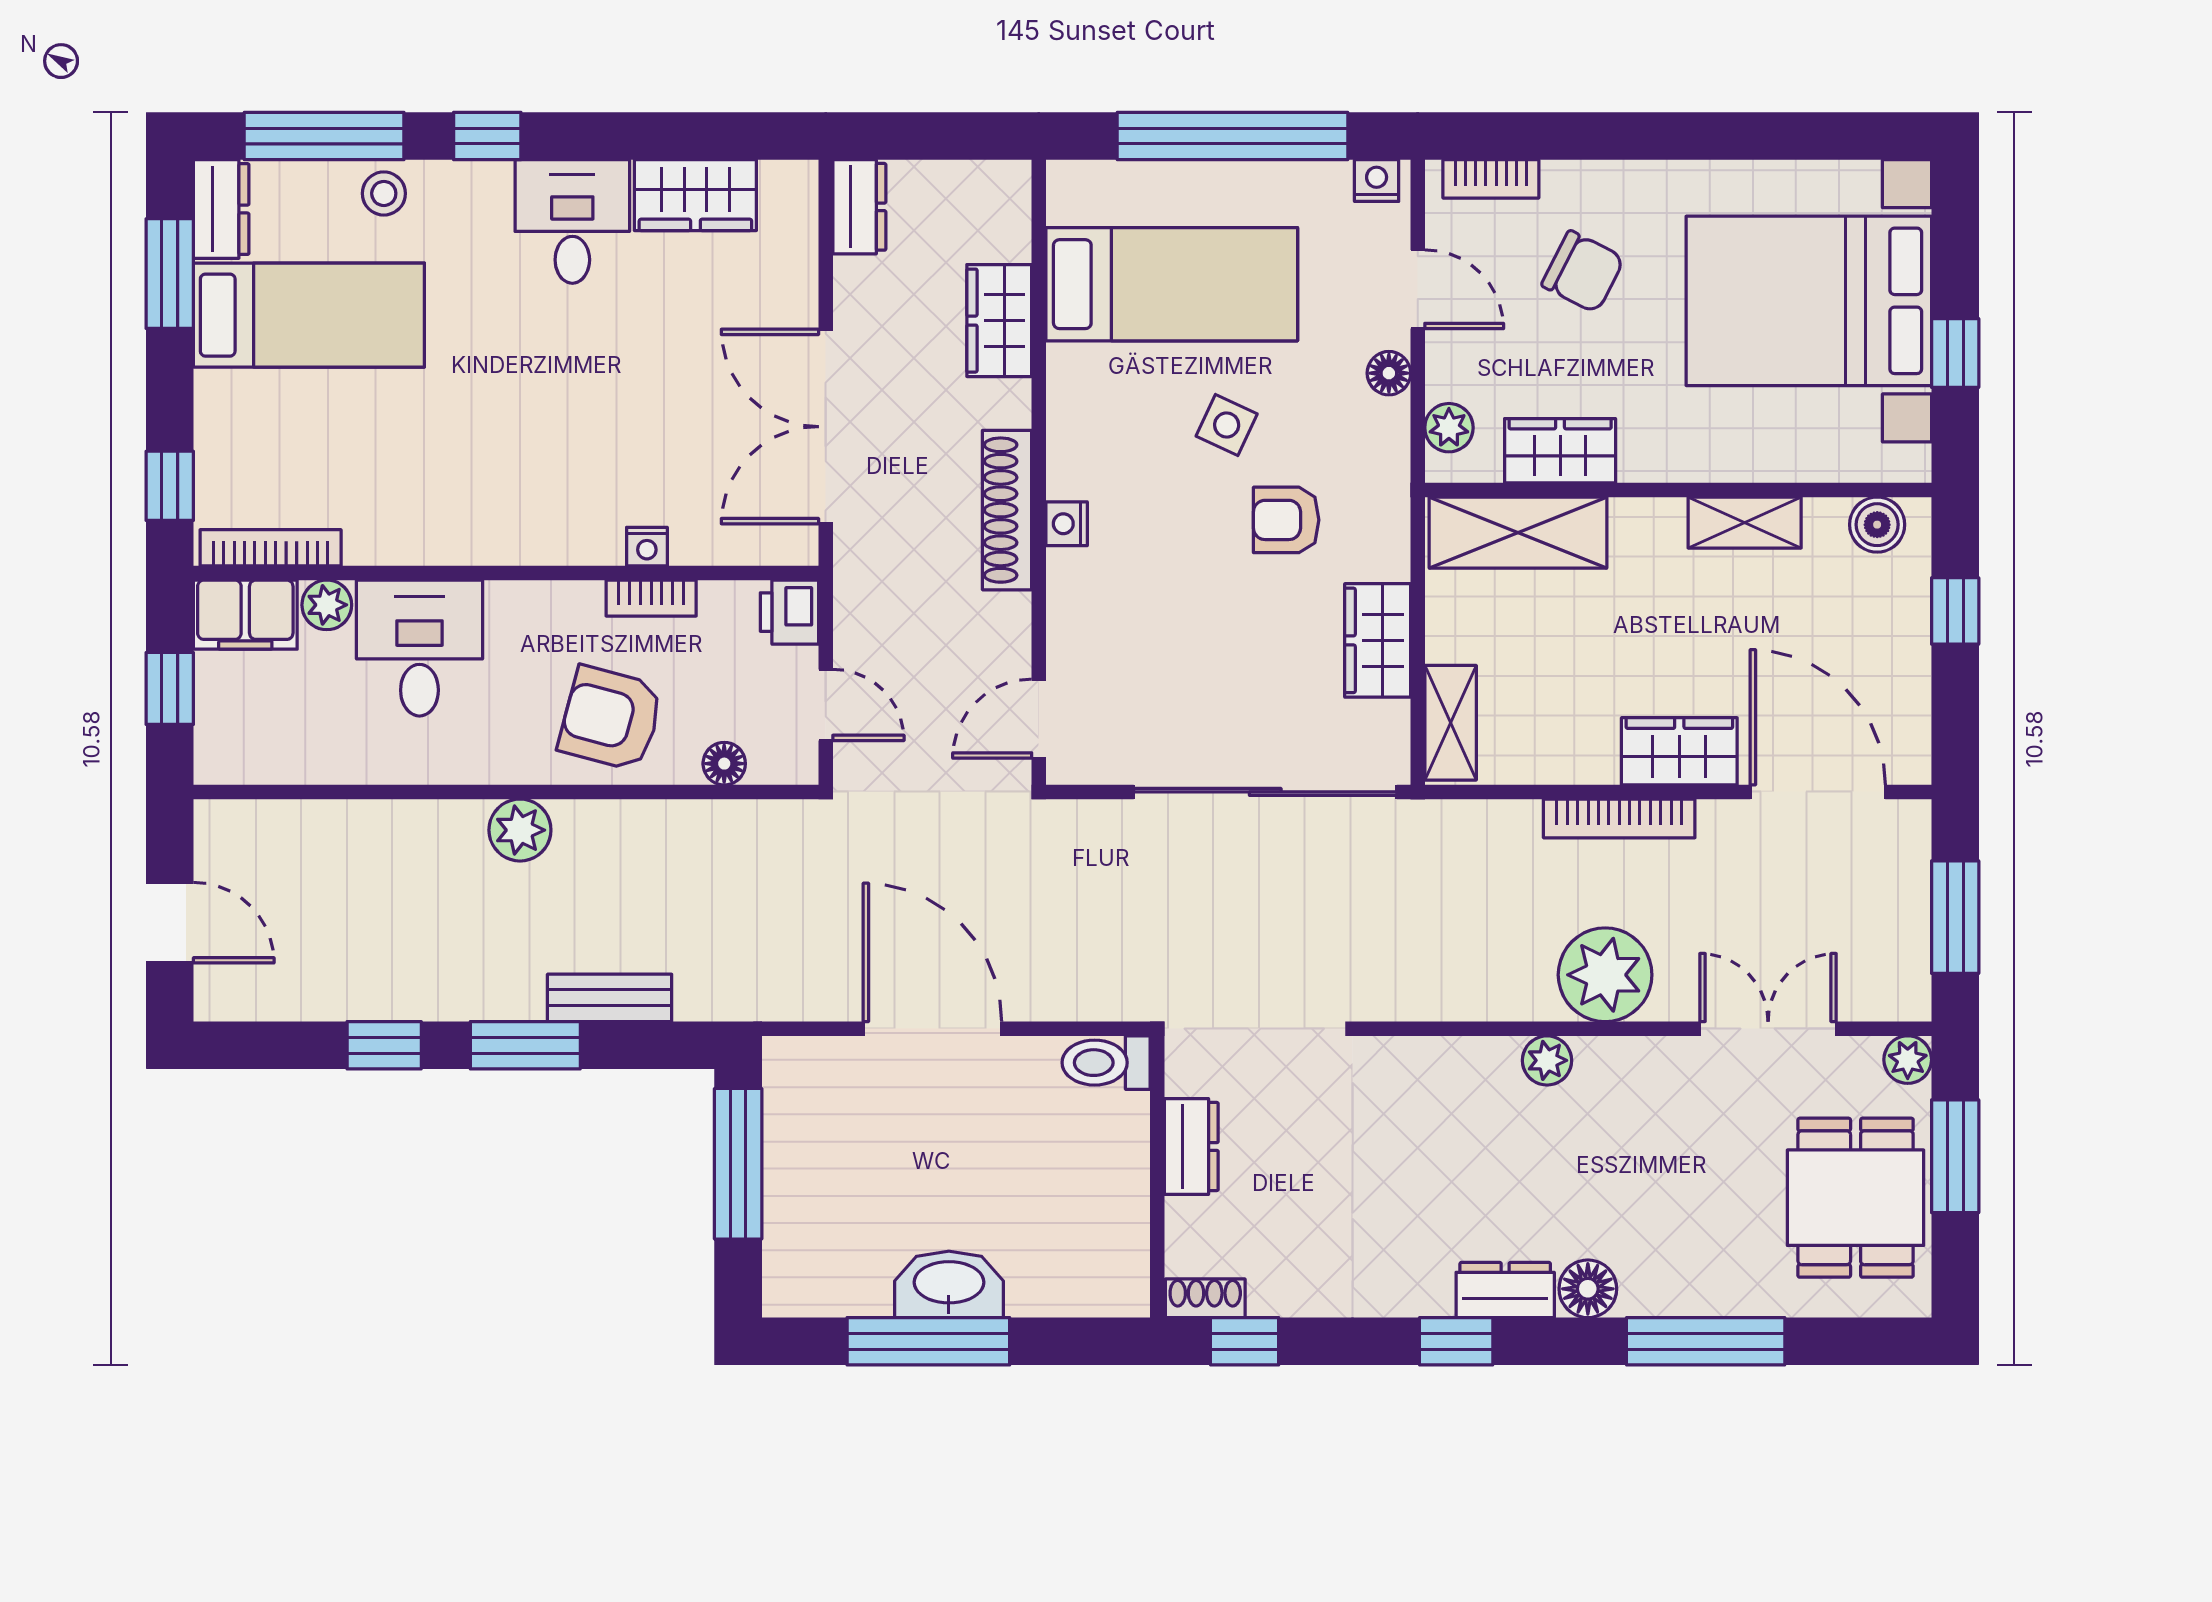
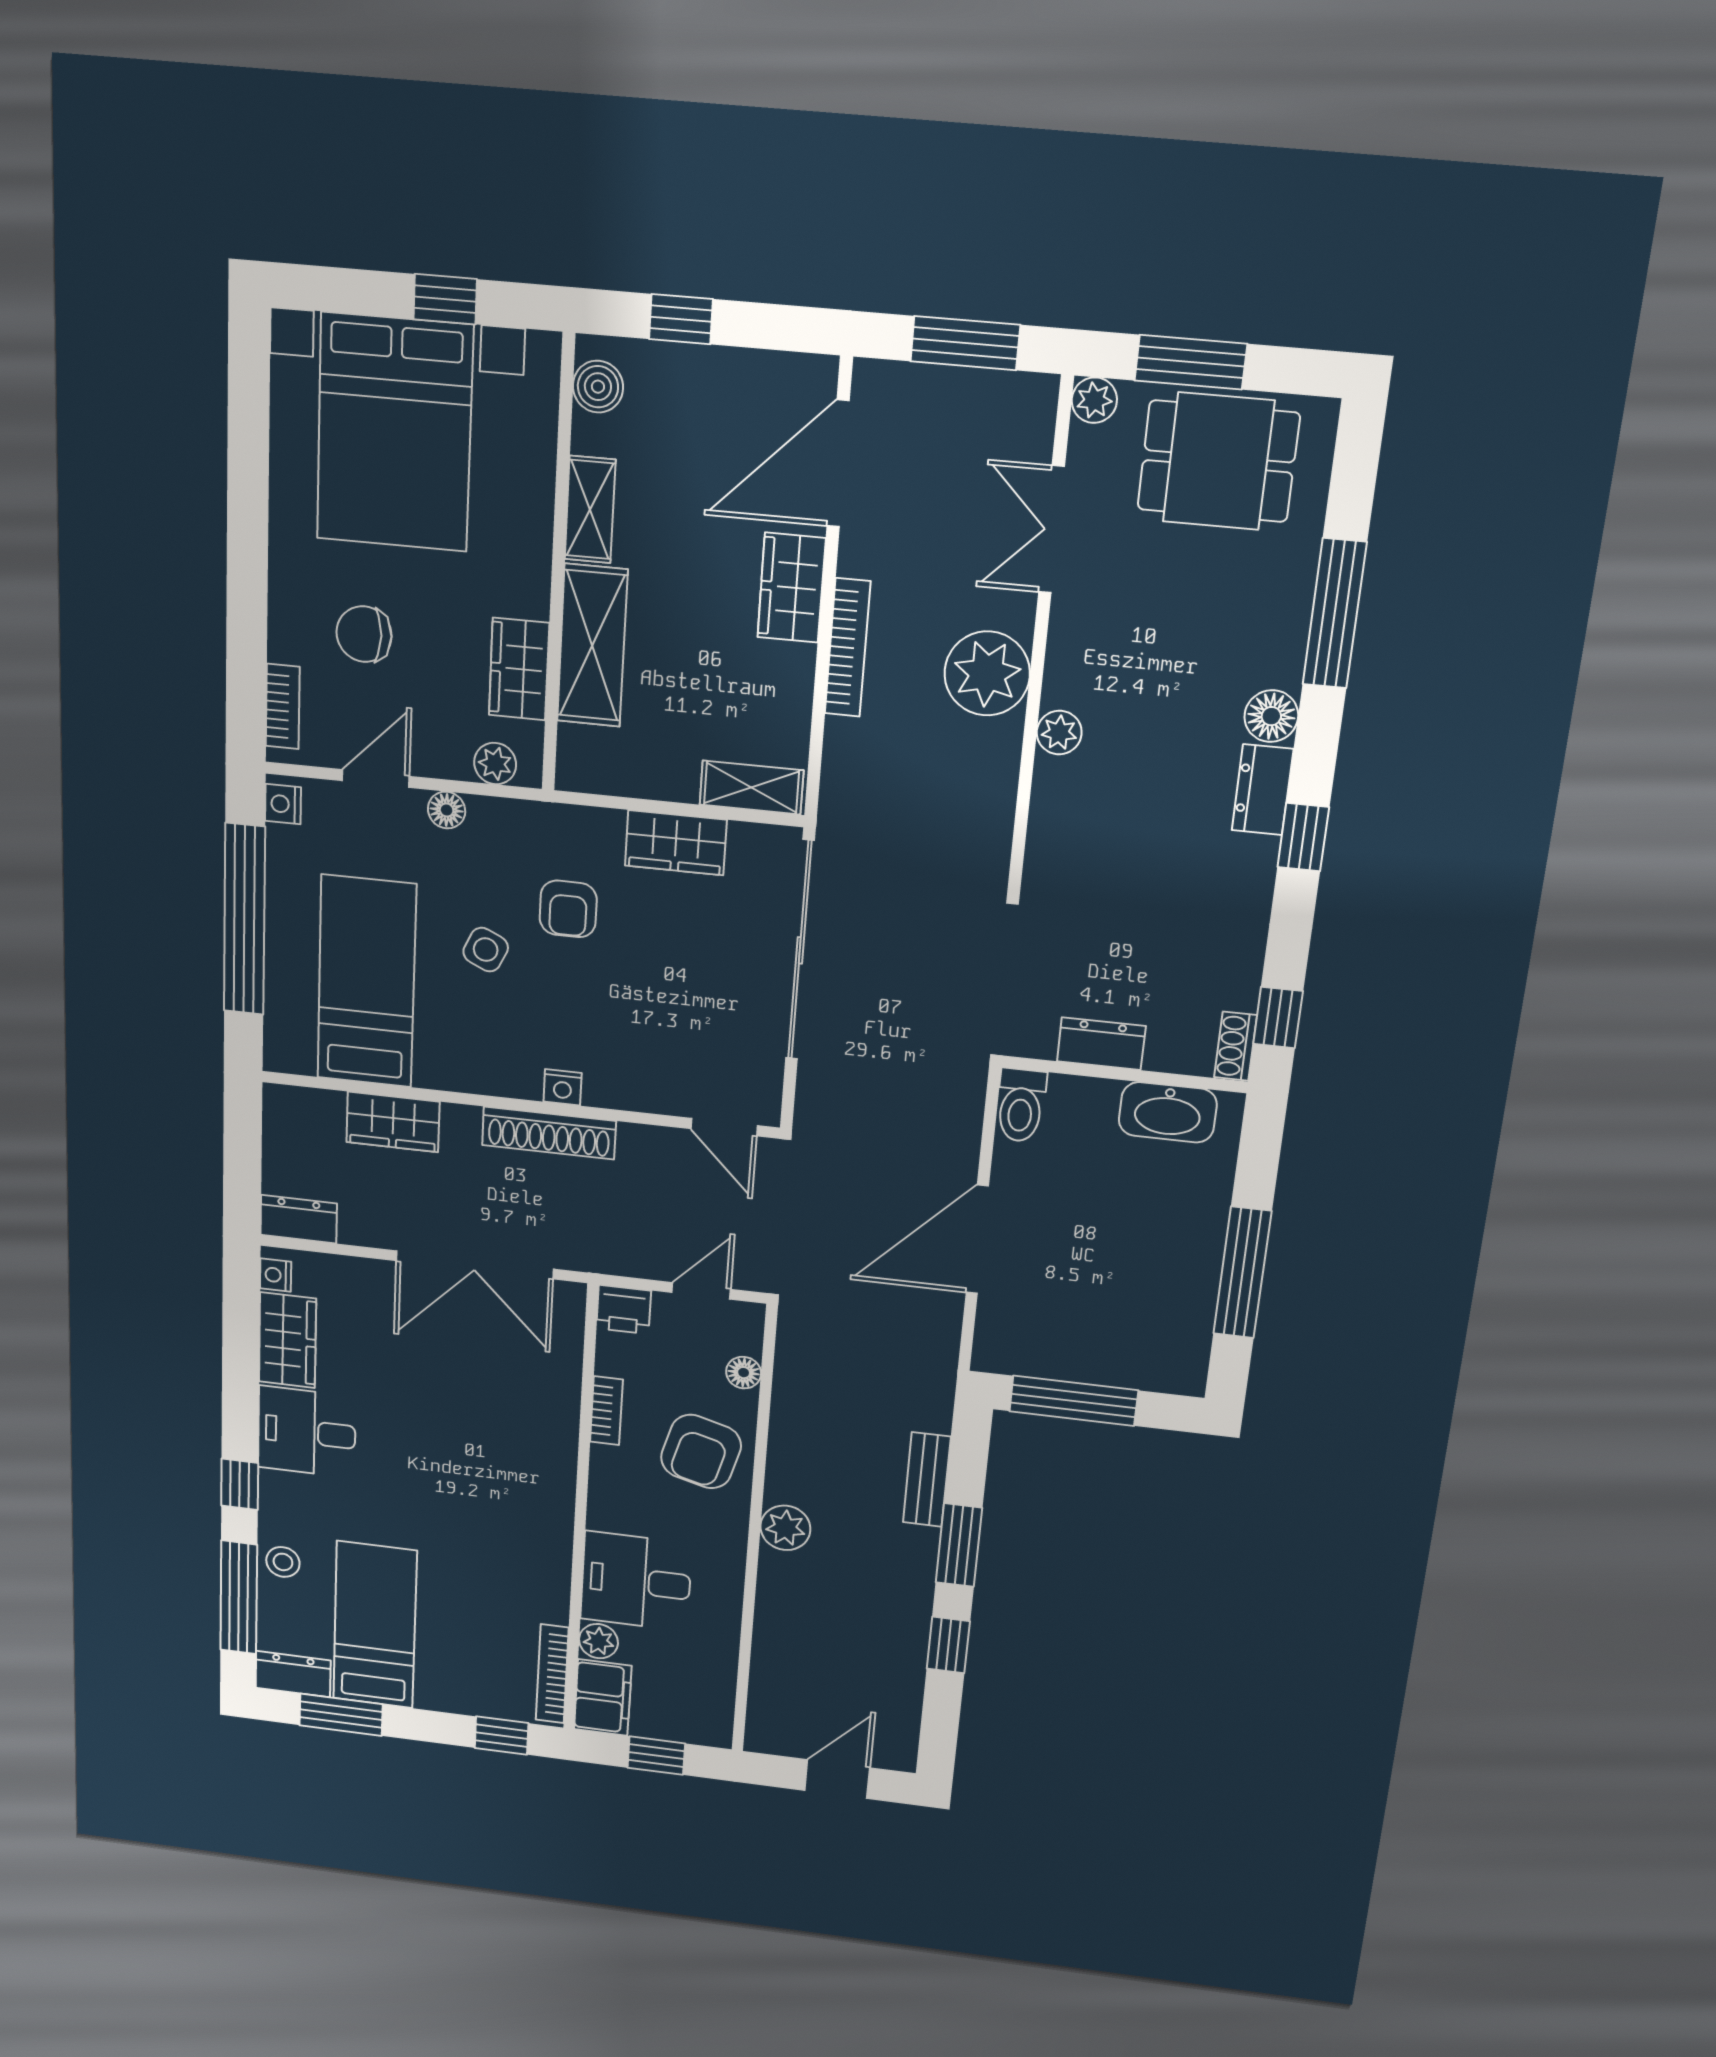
chair: (1583, 272) -> (364, 634), turned -117
shelving: (1518, 533) -> (592, 646), moved
nightstand: (647, 547) -> (276, 1275), moved, turned 180
washbasin: (949, 1284) -> (1168, 1112), moved, turned -90

